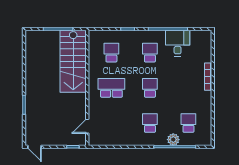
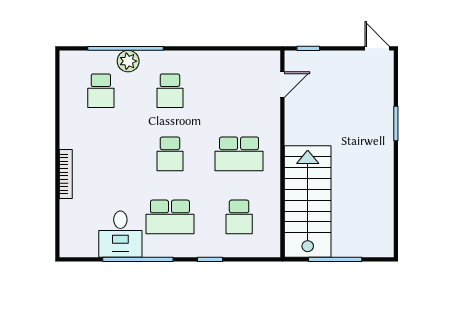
school desk: (150, 53) -> (170, 217), width x1.85

